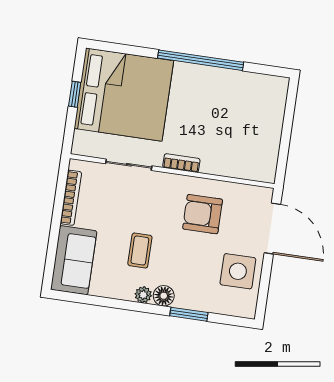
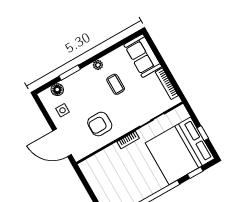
window: (126, 49) -> (195, 173), added
armchair: (203, 214) -> (100, 124), turned 180
side table: (238, 271) -> (63, 110), width x0.54, depth x0.54
floor lamp: (164, 296) -> (57, 90), moved

